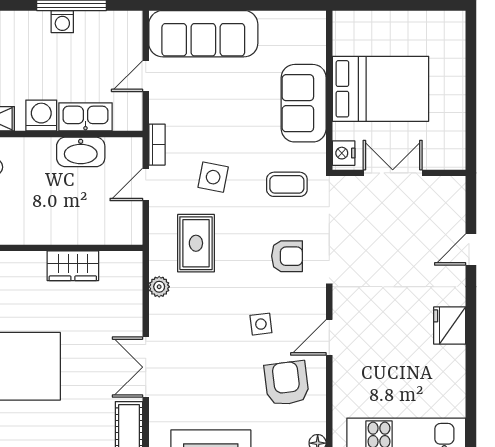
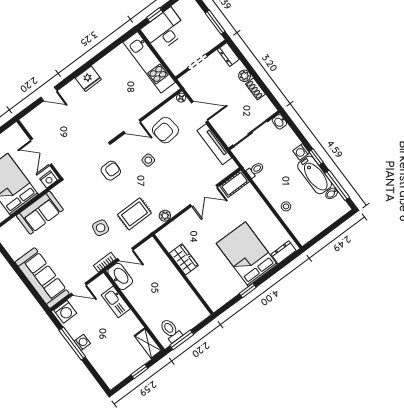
washing machine: (41, 116) -> (65, 312), moved, turned -90
washbasin: (81, 152) -> (120, 276), moved
coffee table: (287, 184) -> (80, 194), removed
armchair: (287, 256) -> (111, 171), turned 90

